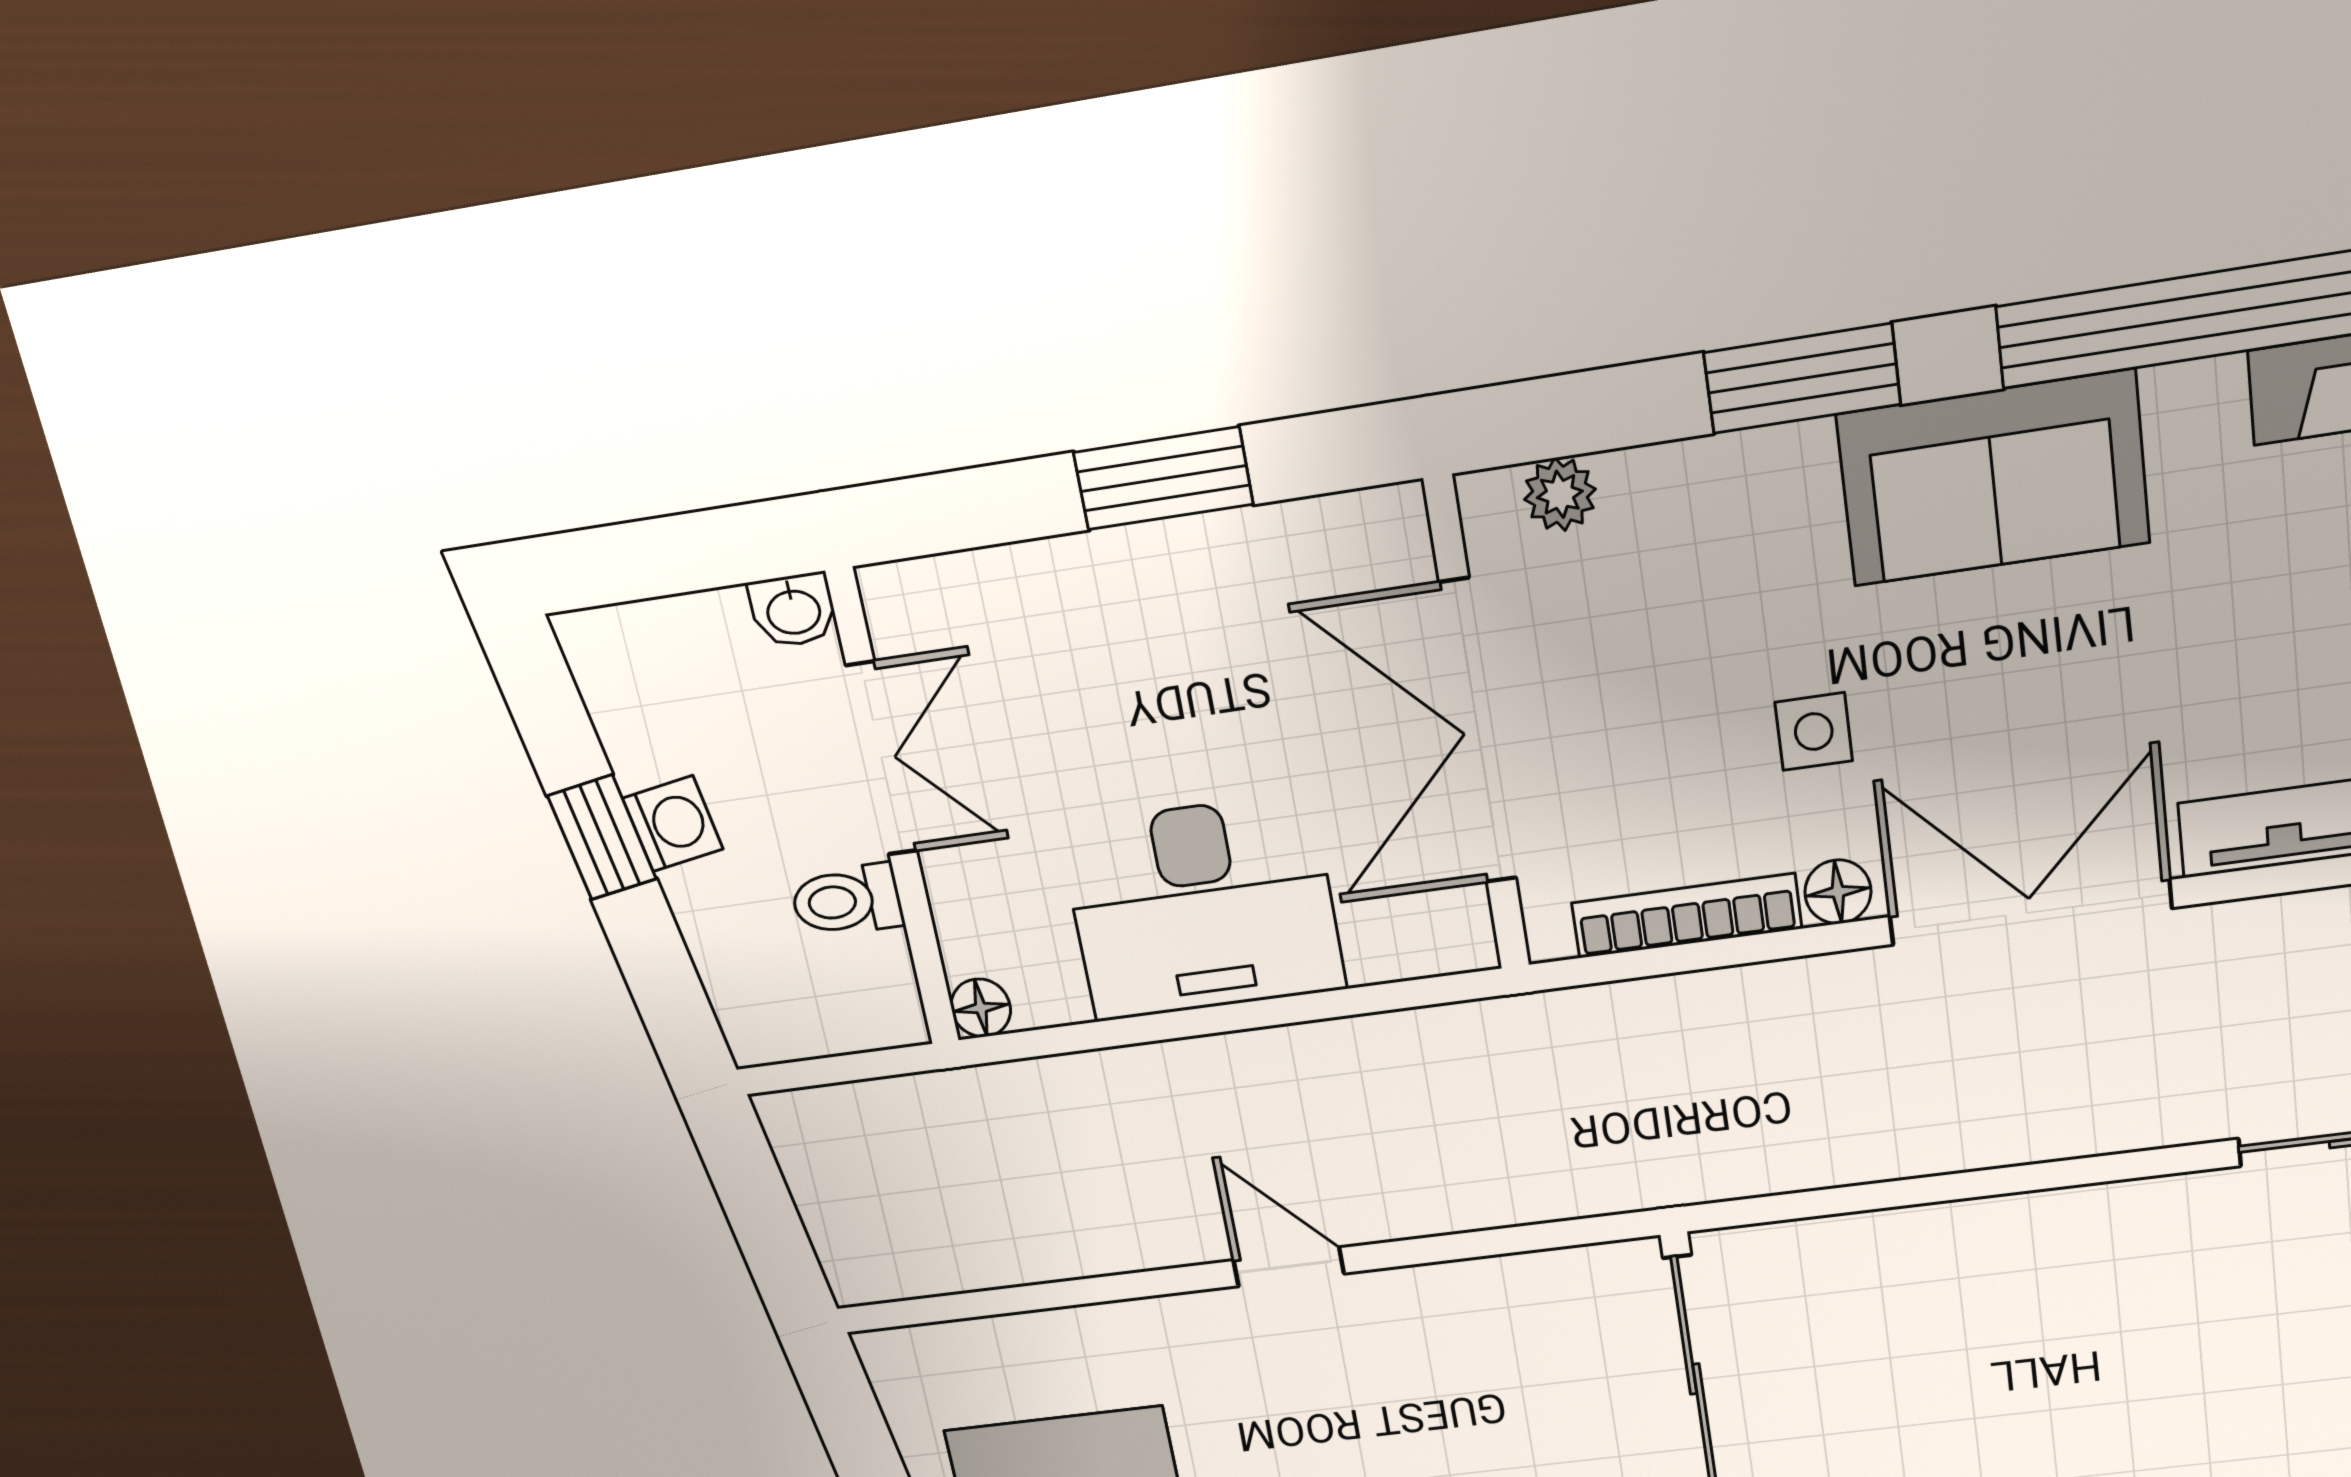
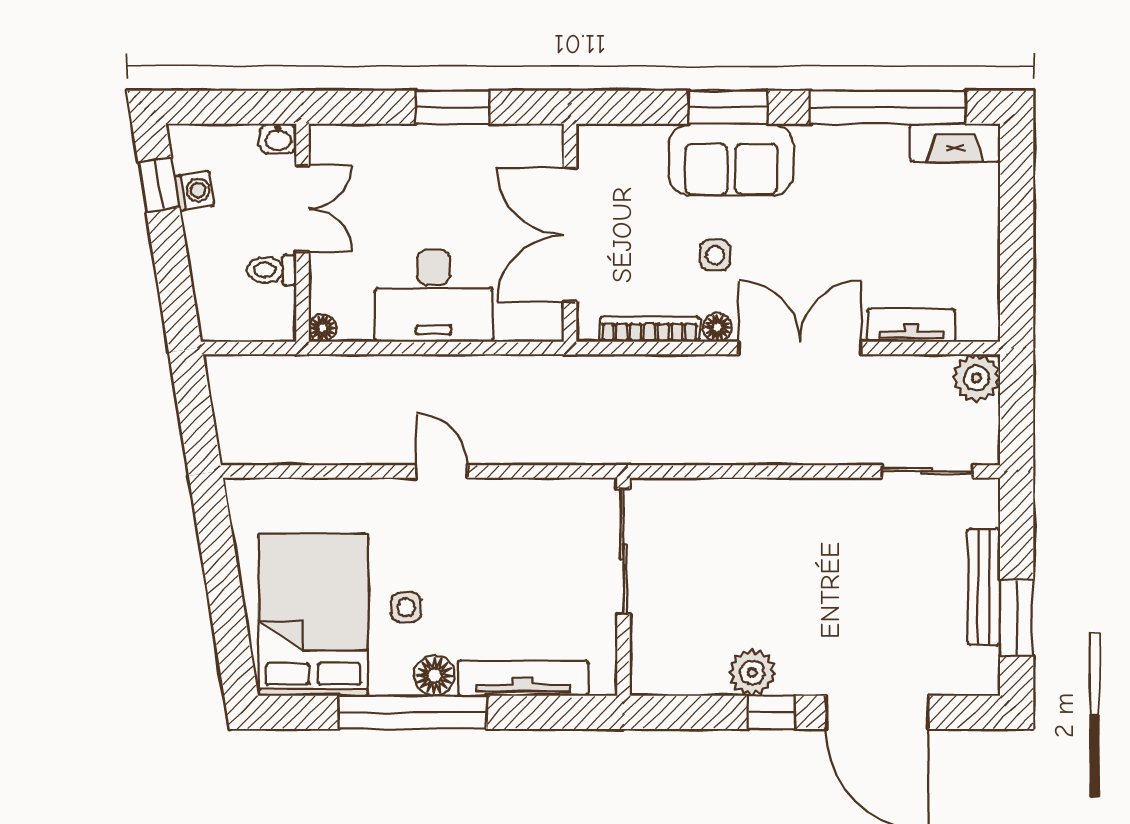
sofa: (1993, 479) -> (731, 160), moved
plant: (1560, 494) -> (621, 139), removed
washing machine: (673, 824) -> (194, 191), moved
window: (602, 837) -> (159, 185), moved

